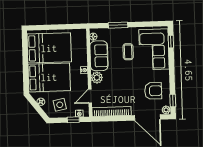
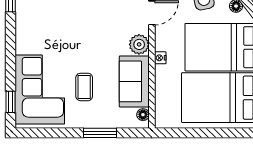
armchair: (153, 91) -> (43, 19), removed

